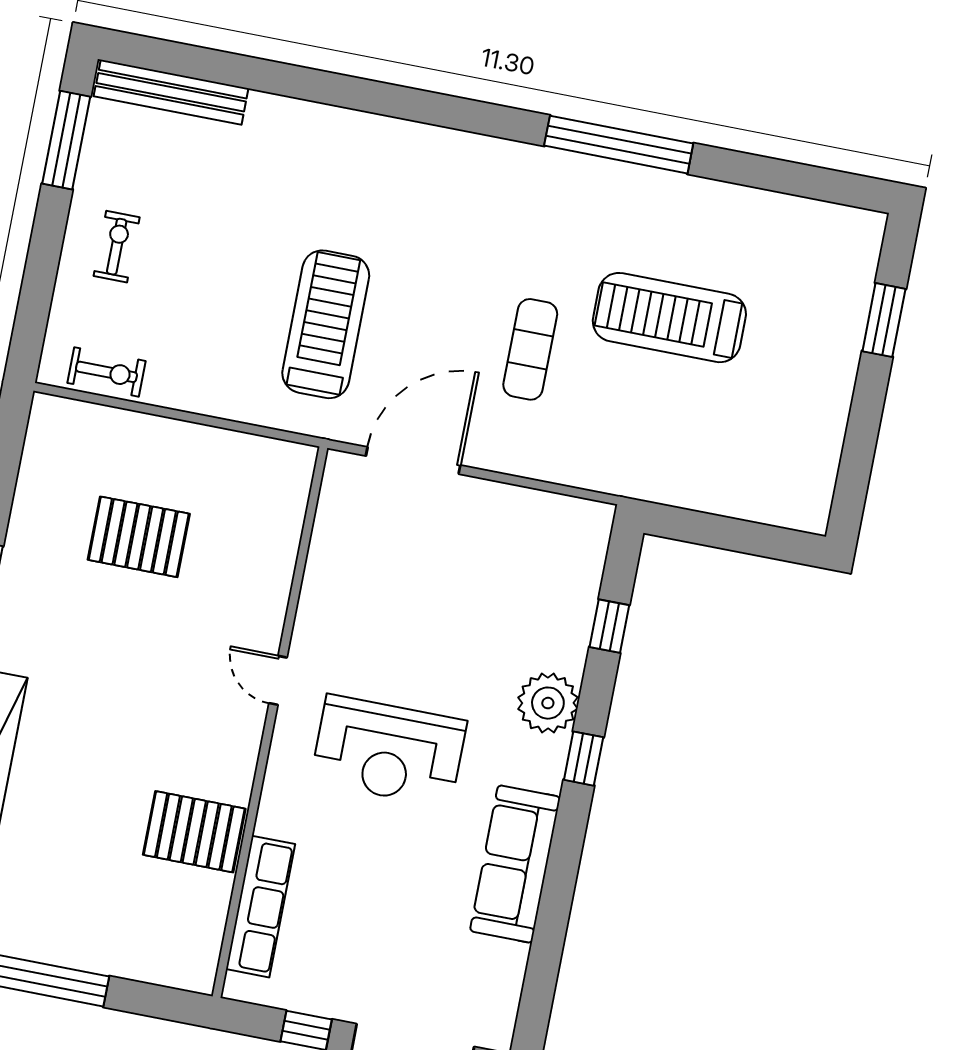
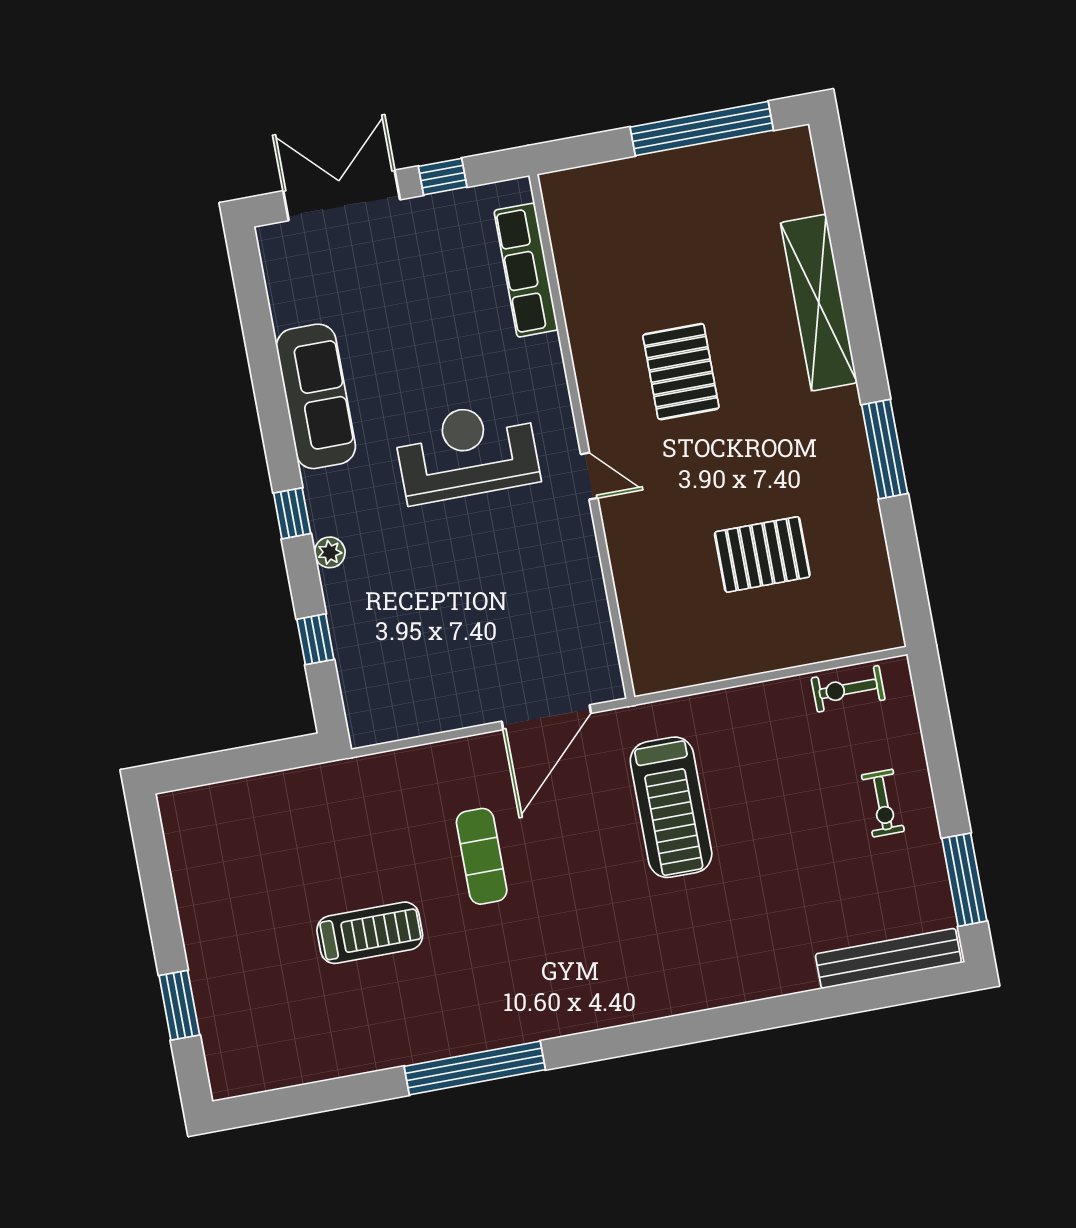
treadmill: (669, 318) -> (370, 933), width x0.73, depth x0.73
plant: (548, 703) -> (330, 552), width x0.53, depth x0.53
pallet: (194, 832) -> (681, 372), moved, turned 90

